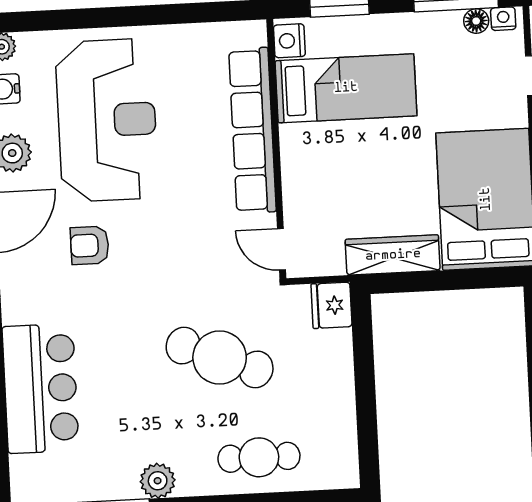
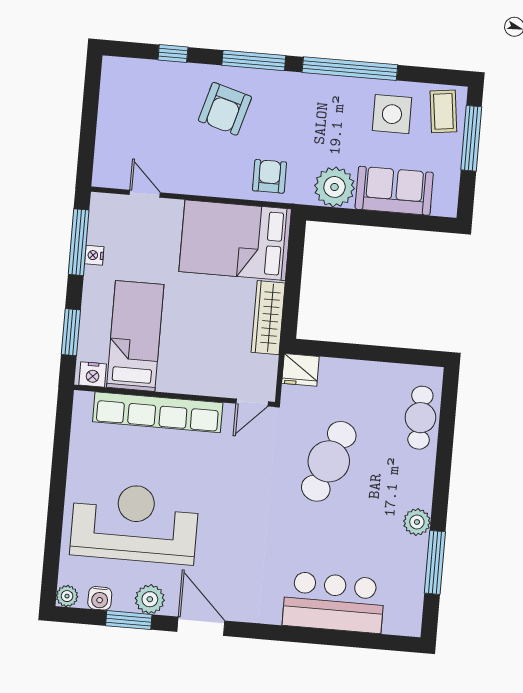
nightstand: (503, 19) -> (94, 255), moved
floor lamp: (476, 21) -> (97, 229), removed
armchair: (90, 245) -> (229, 549), removed
cafe table: (259, 457) -> (420, 418), moved

